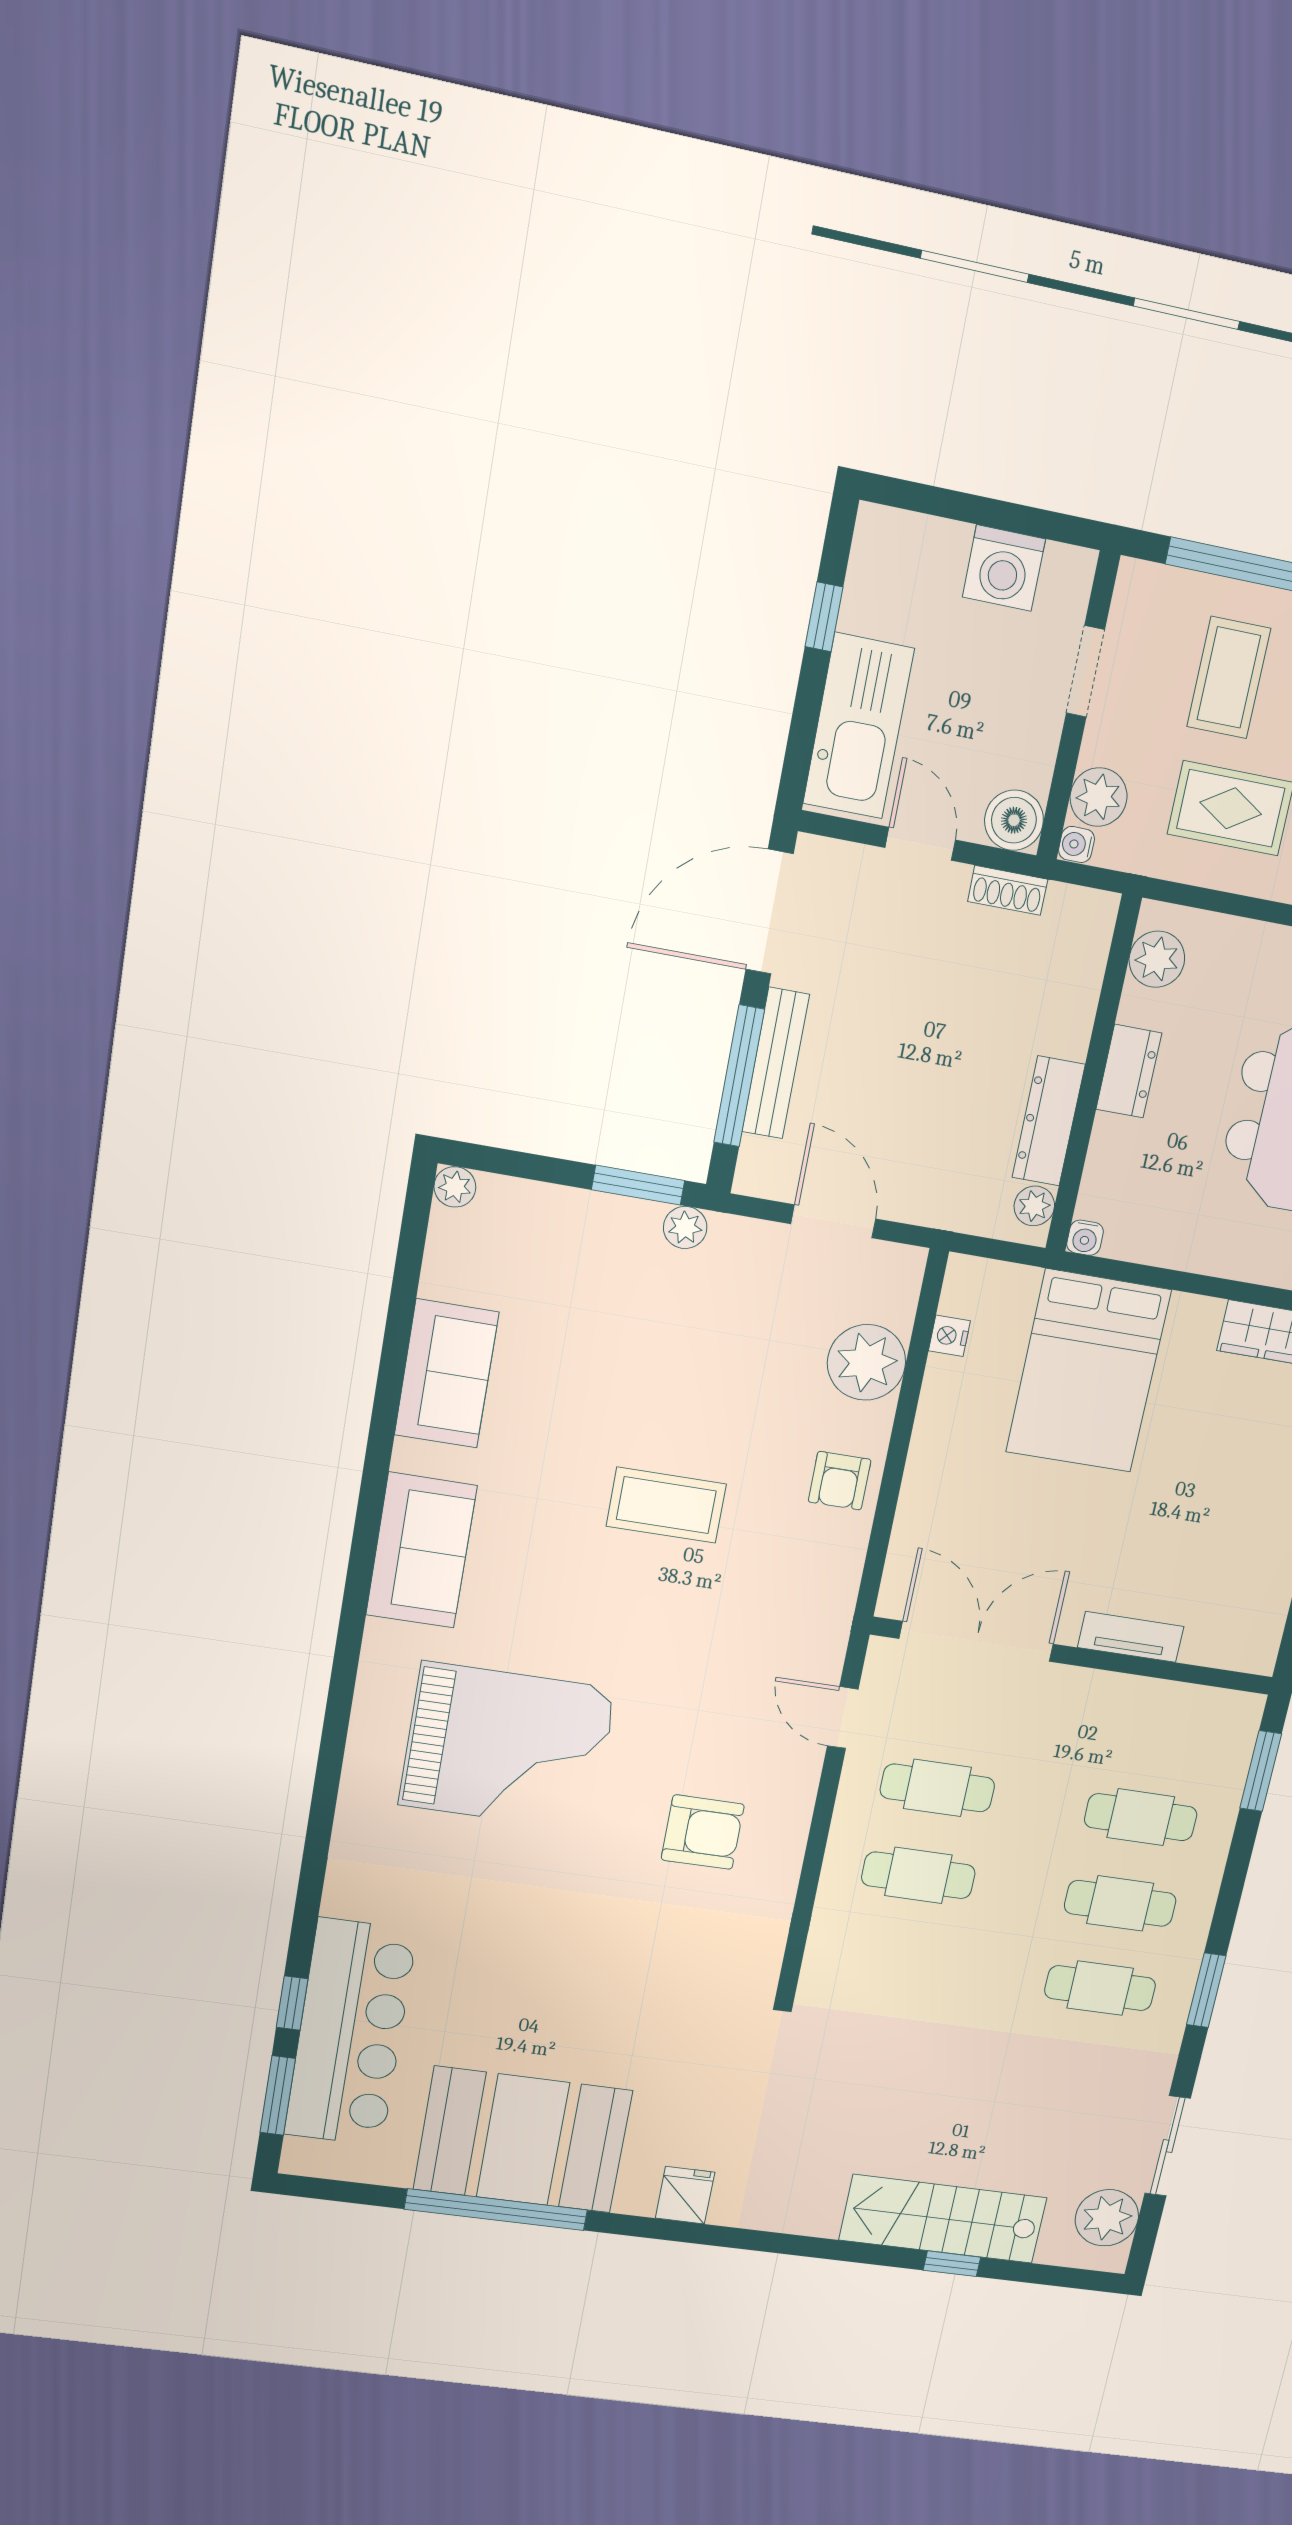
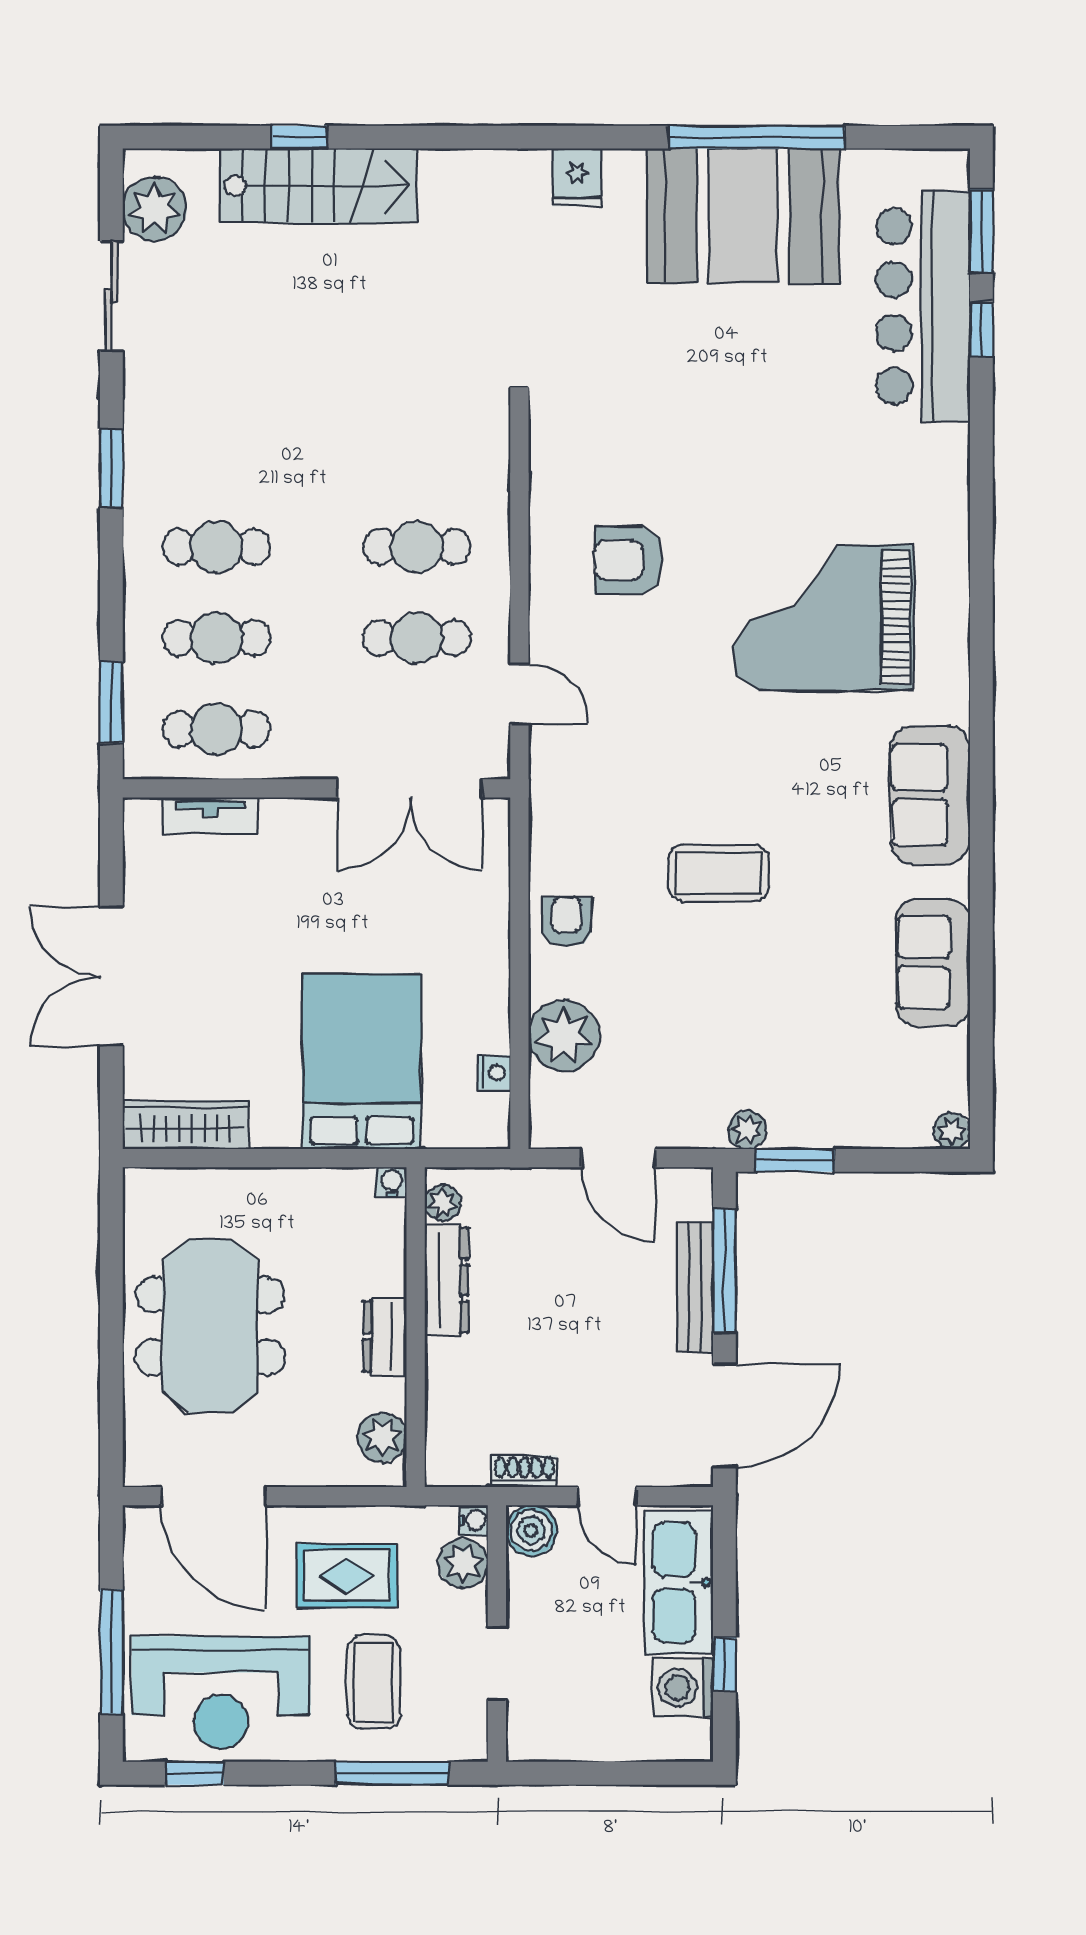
washing machine: (1004, 568) -> (683, 1688), moved, turned -90
tv unit: (1131, 1637) -> (210, 816), moved
cafe table: (1100, 1988) -> (216, 729), moved

